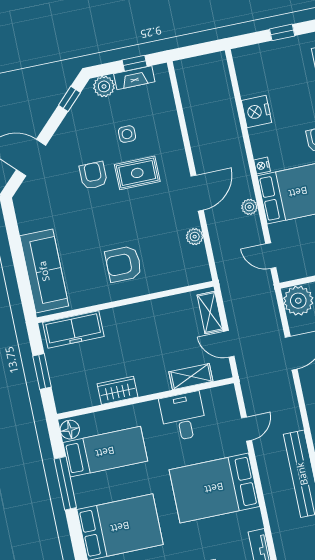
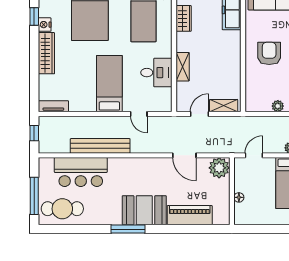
shelving: (191, 377) -> (183, 67), moved
wardrobe: (118, 390) -> (184, 18), moved
bed: (214, 488) -> (109, 84), width x0.67

